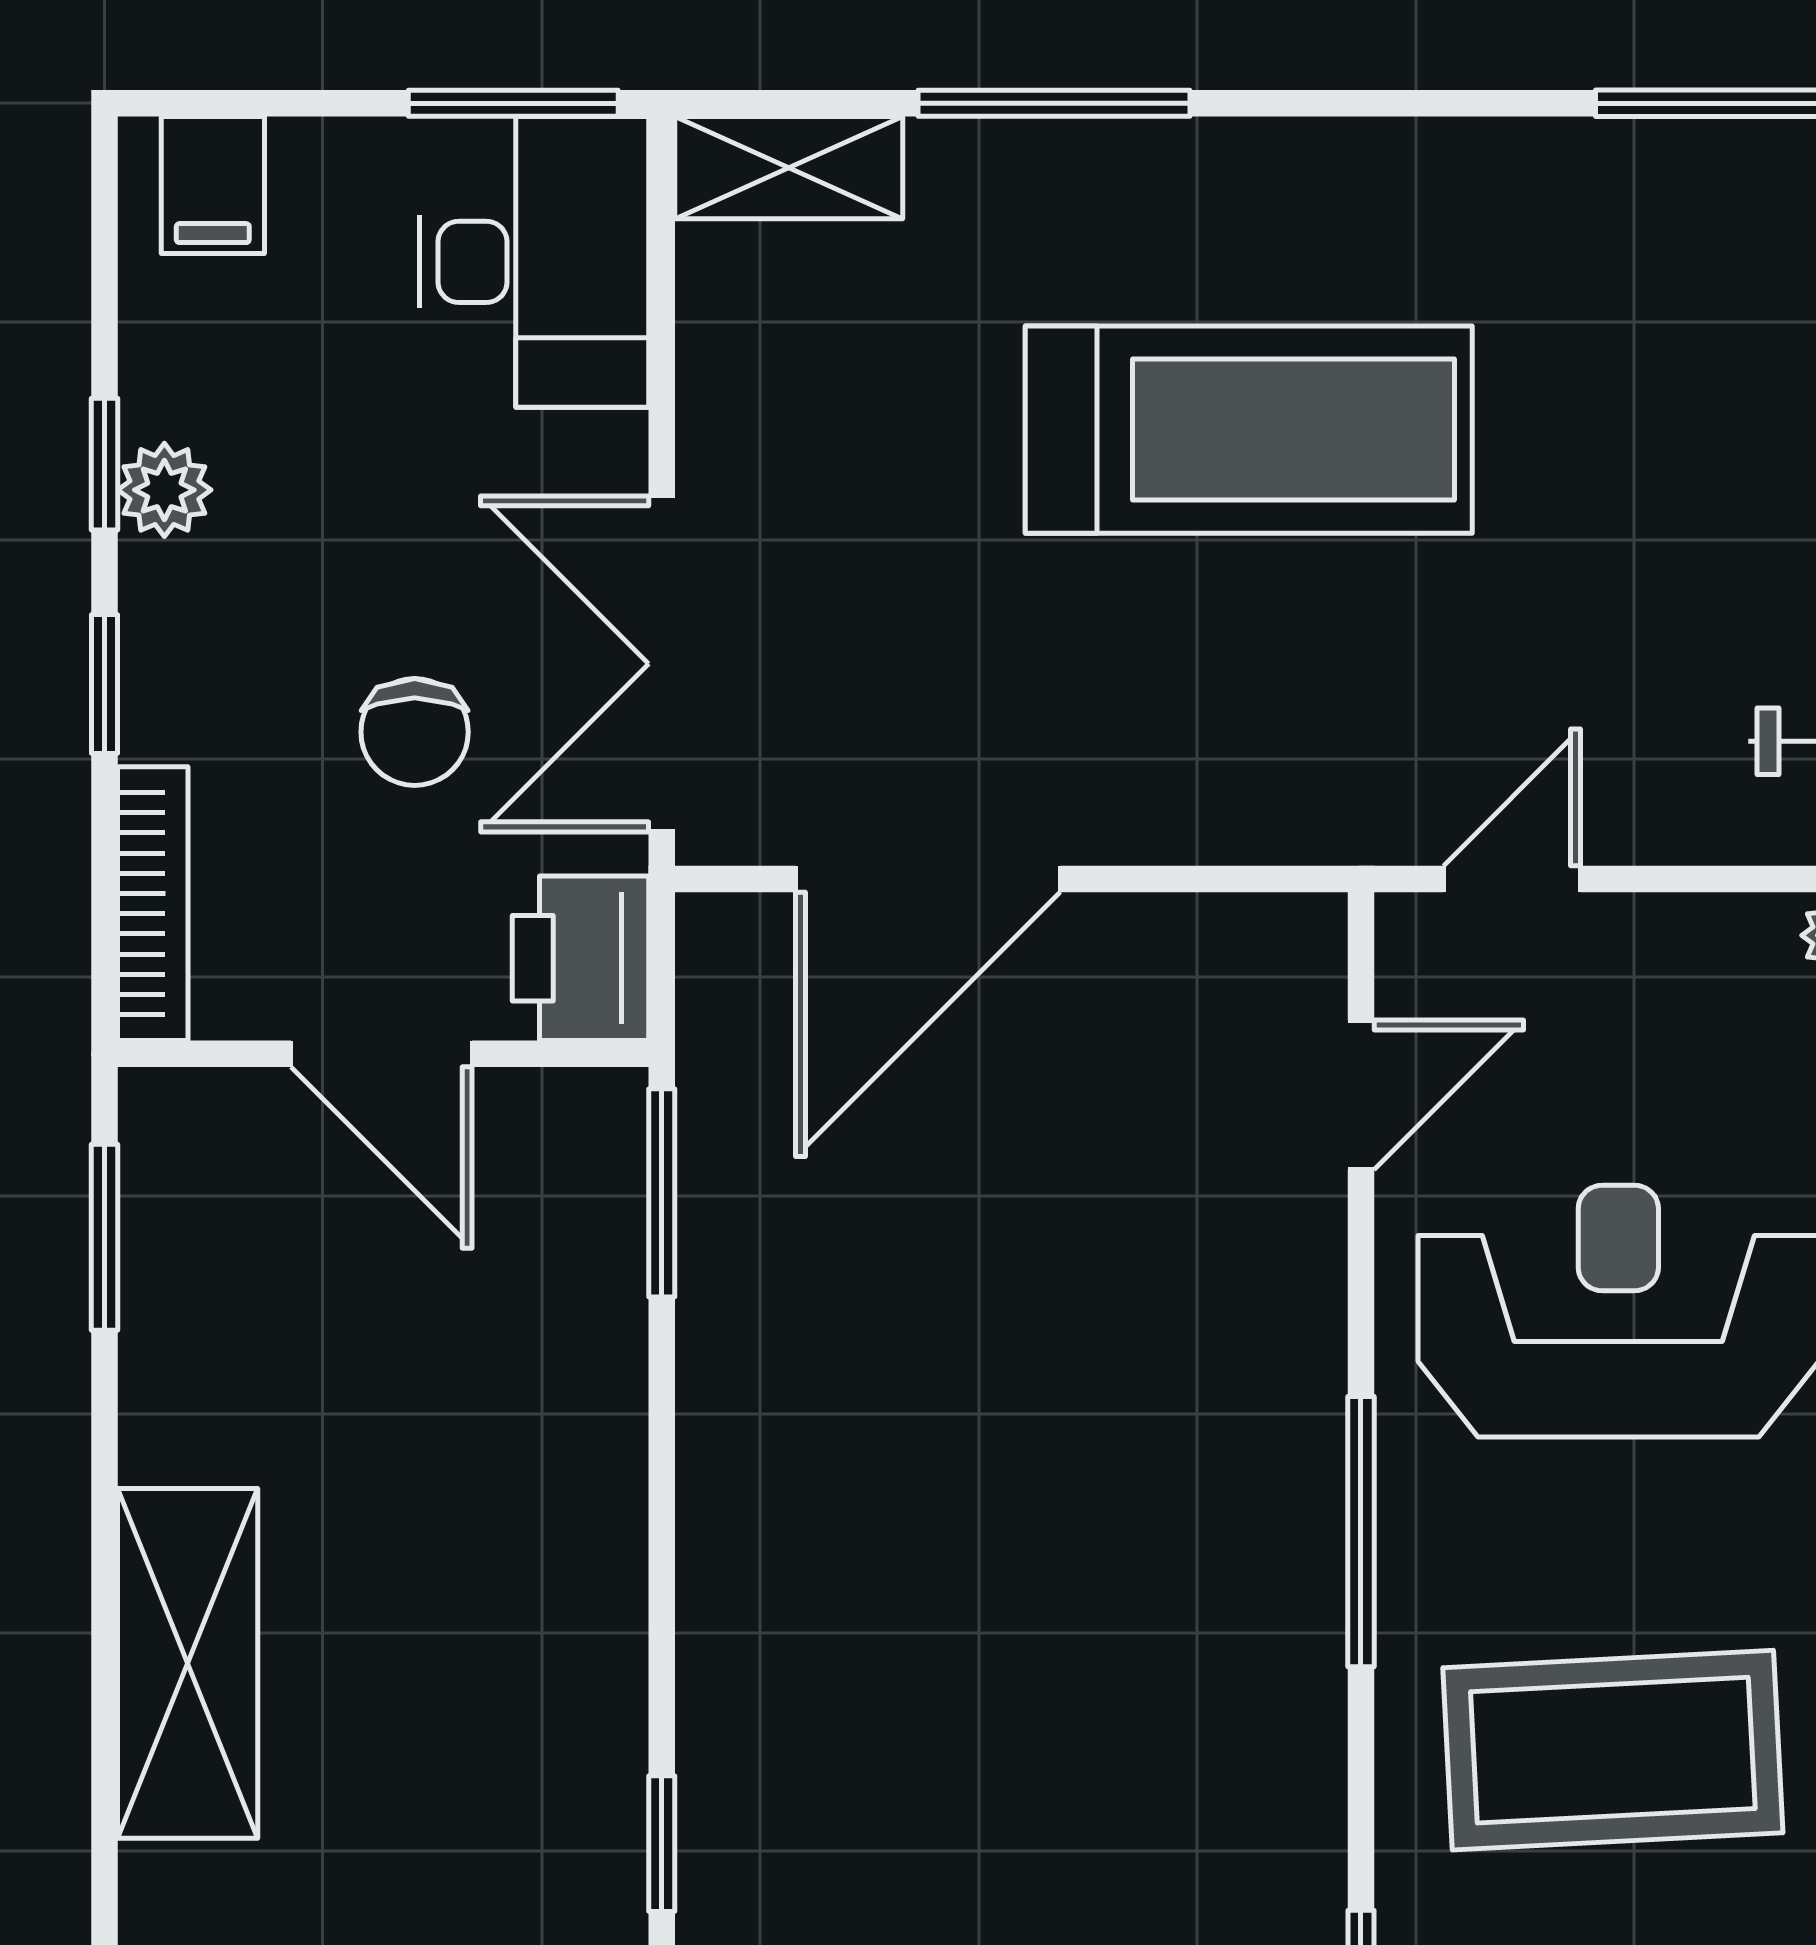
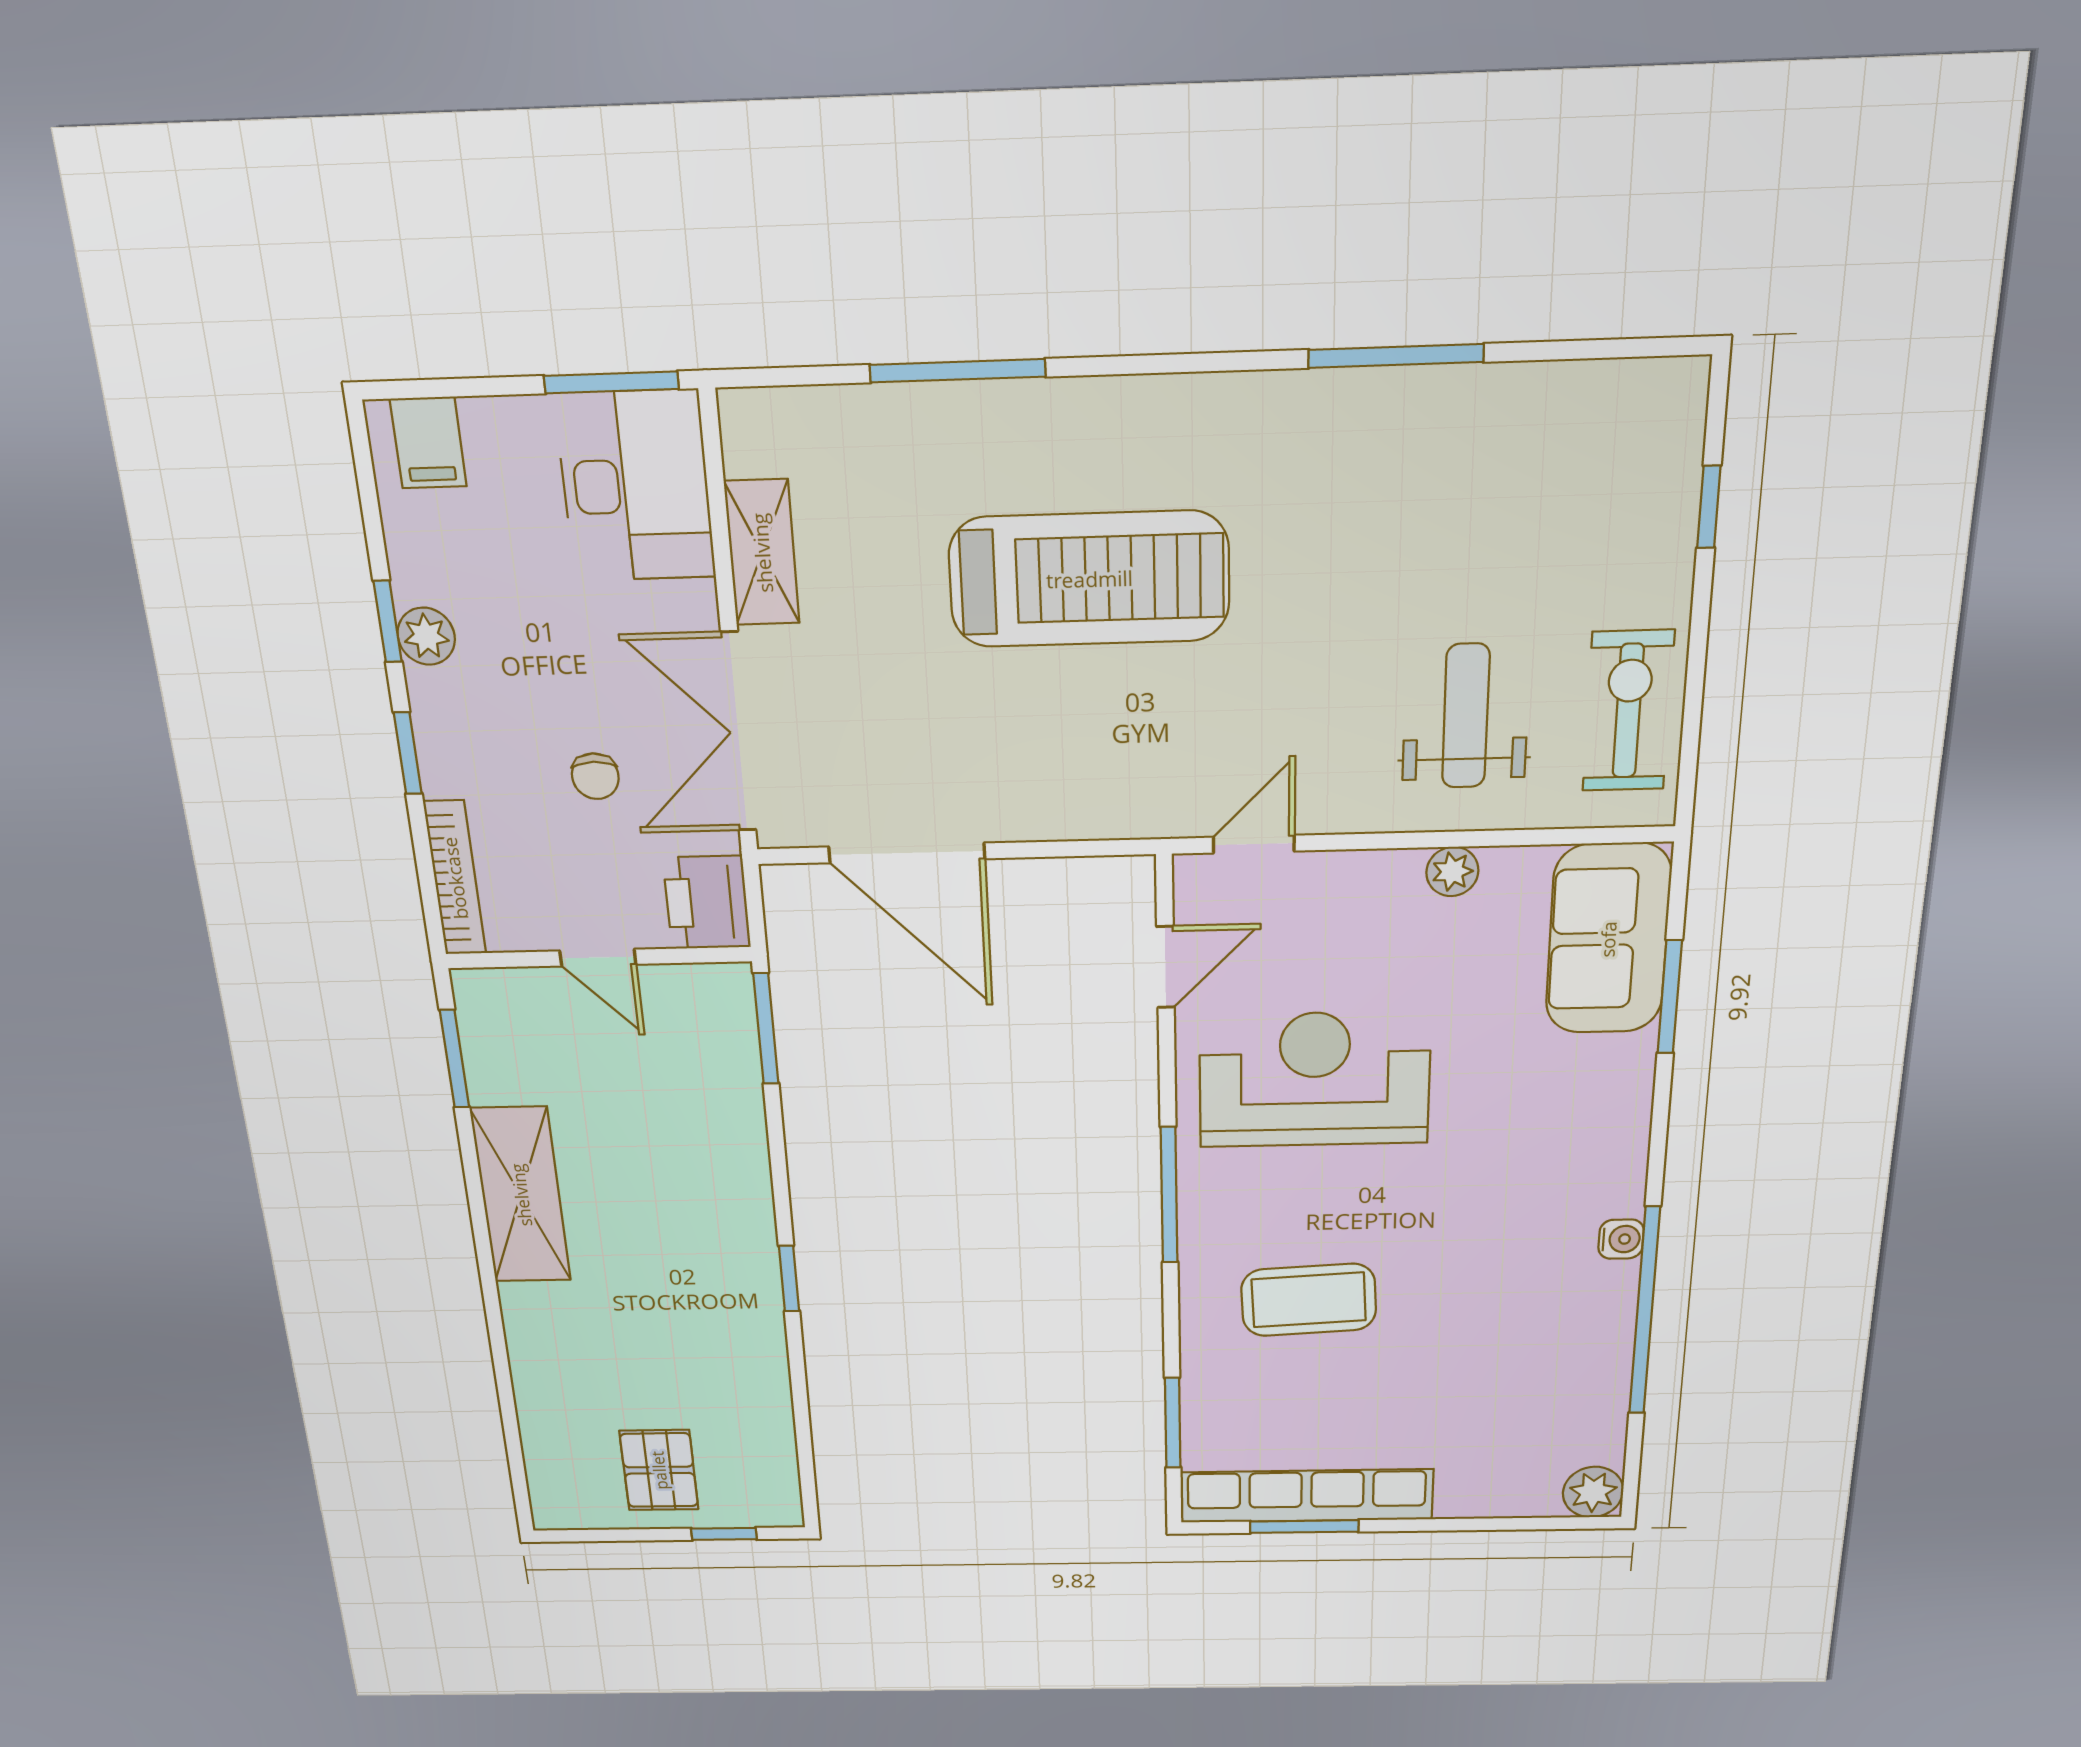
shelving: (789, 168) -> (762, 553), moved, turned 90
chair: (415, 732) -> (595, 776), width x0.73, depth x0.73
door: (928, 879) -> (907, 853), hinge flipped
door: (381, 1054) -> (598, 958), width x0.73
shelving: (188, 1663) -> (521, 1195), moved
coffee table: (1613, 1750) -> (1309, 1300), width x0.73, depth x0.76
window: (662, 1844) -> (789, 1279), moved

